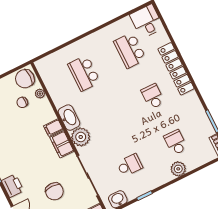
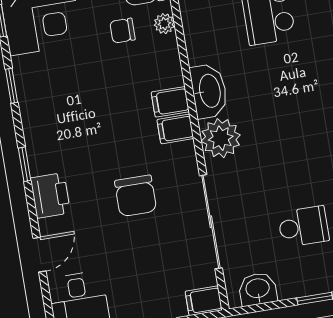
filing cabinet: (62, 144) -> (175, 129), width x0.50
chair: (54, 191) -> (136, 196), moved

